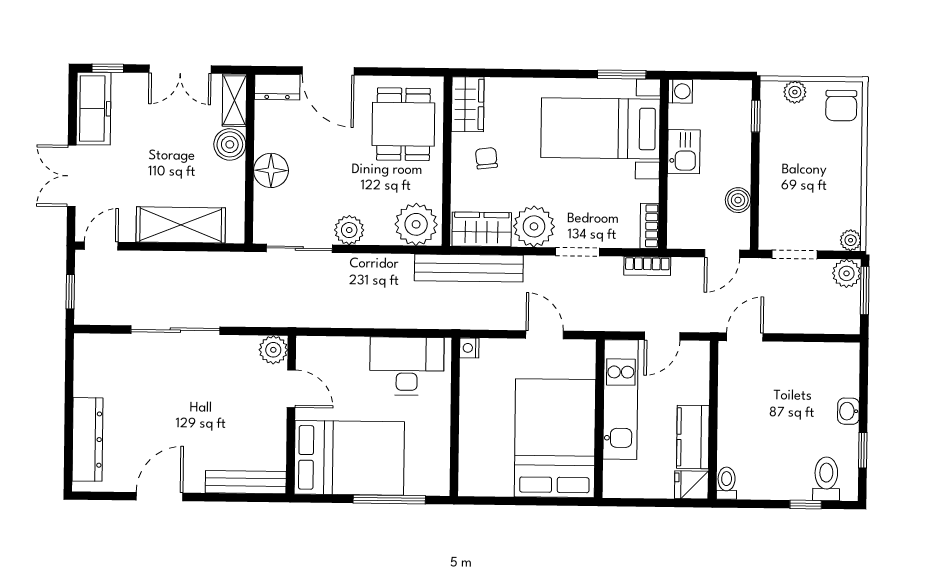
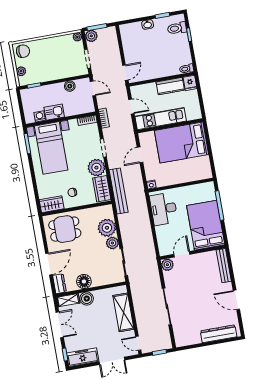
washing machine: (680, 91) -> (40, 116), moved
floor lamp: (271, 170) -> (84, 281), moved
plant: (416, 224) -> (107, 228), moved
door: (745, 337) -> (125, 73), swing flipped

